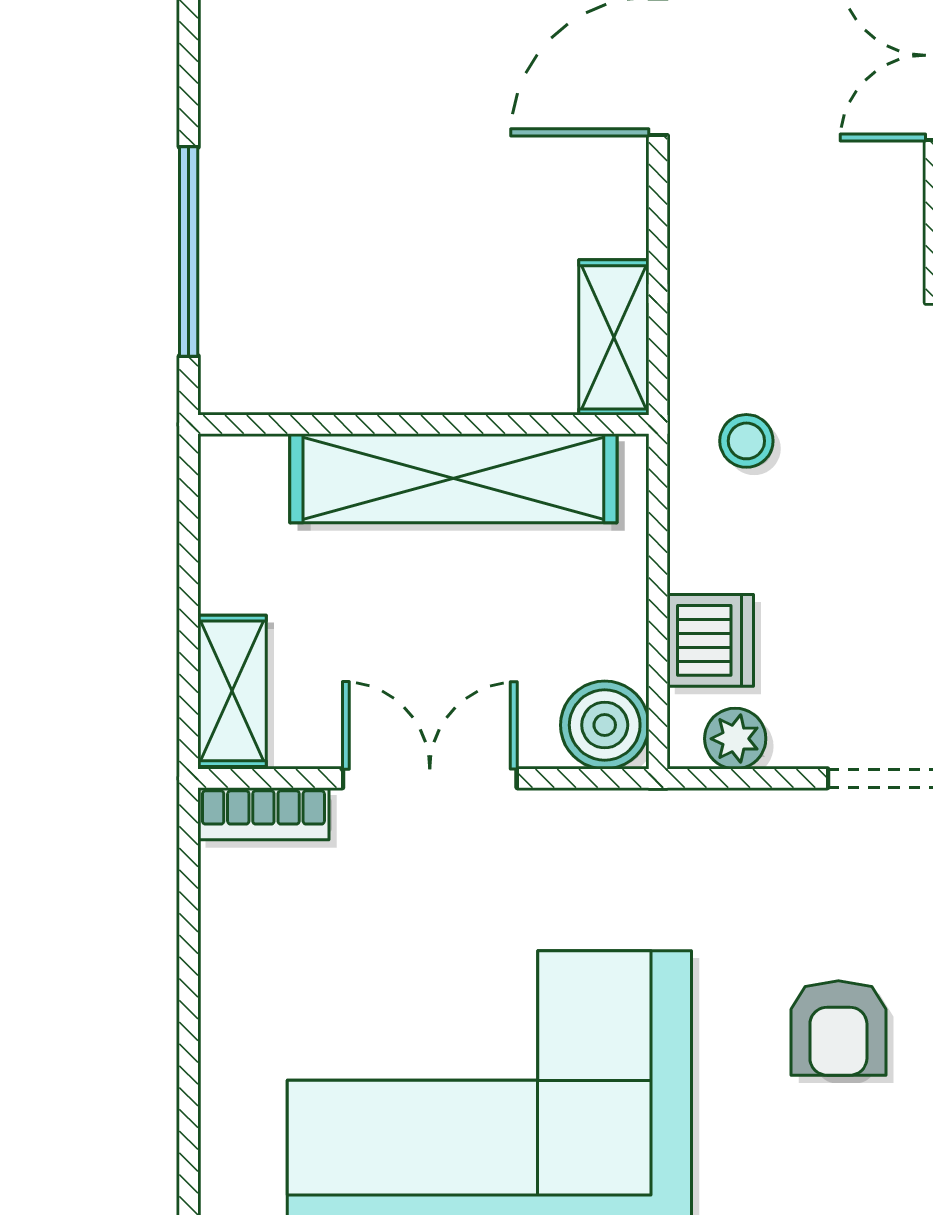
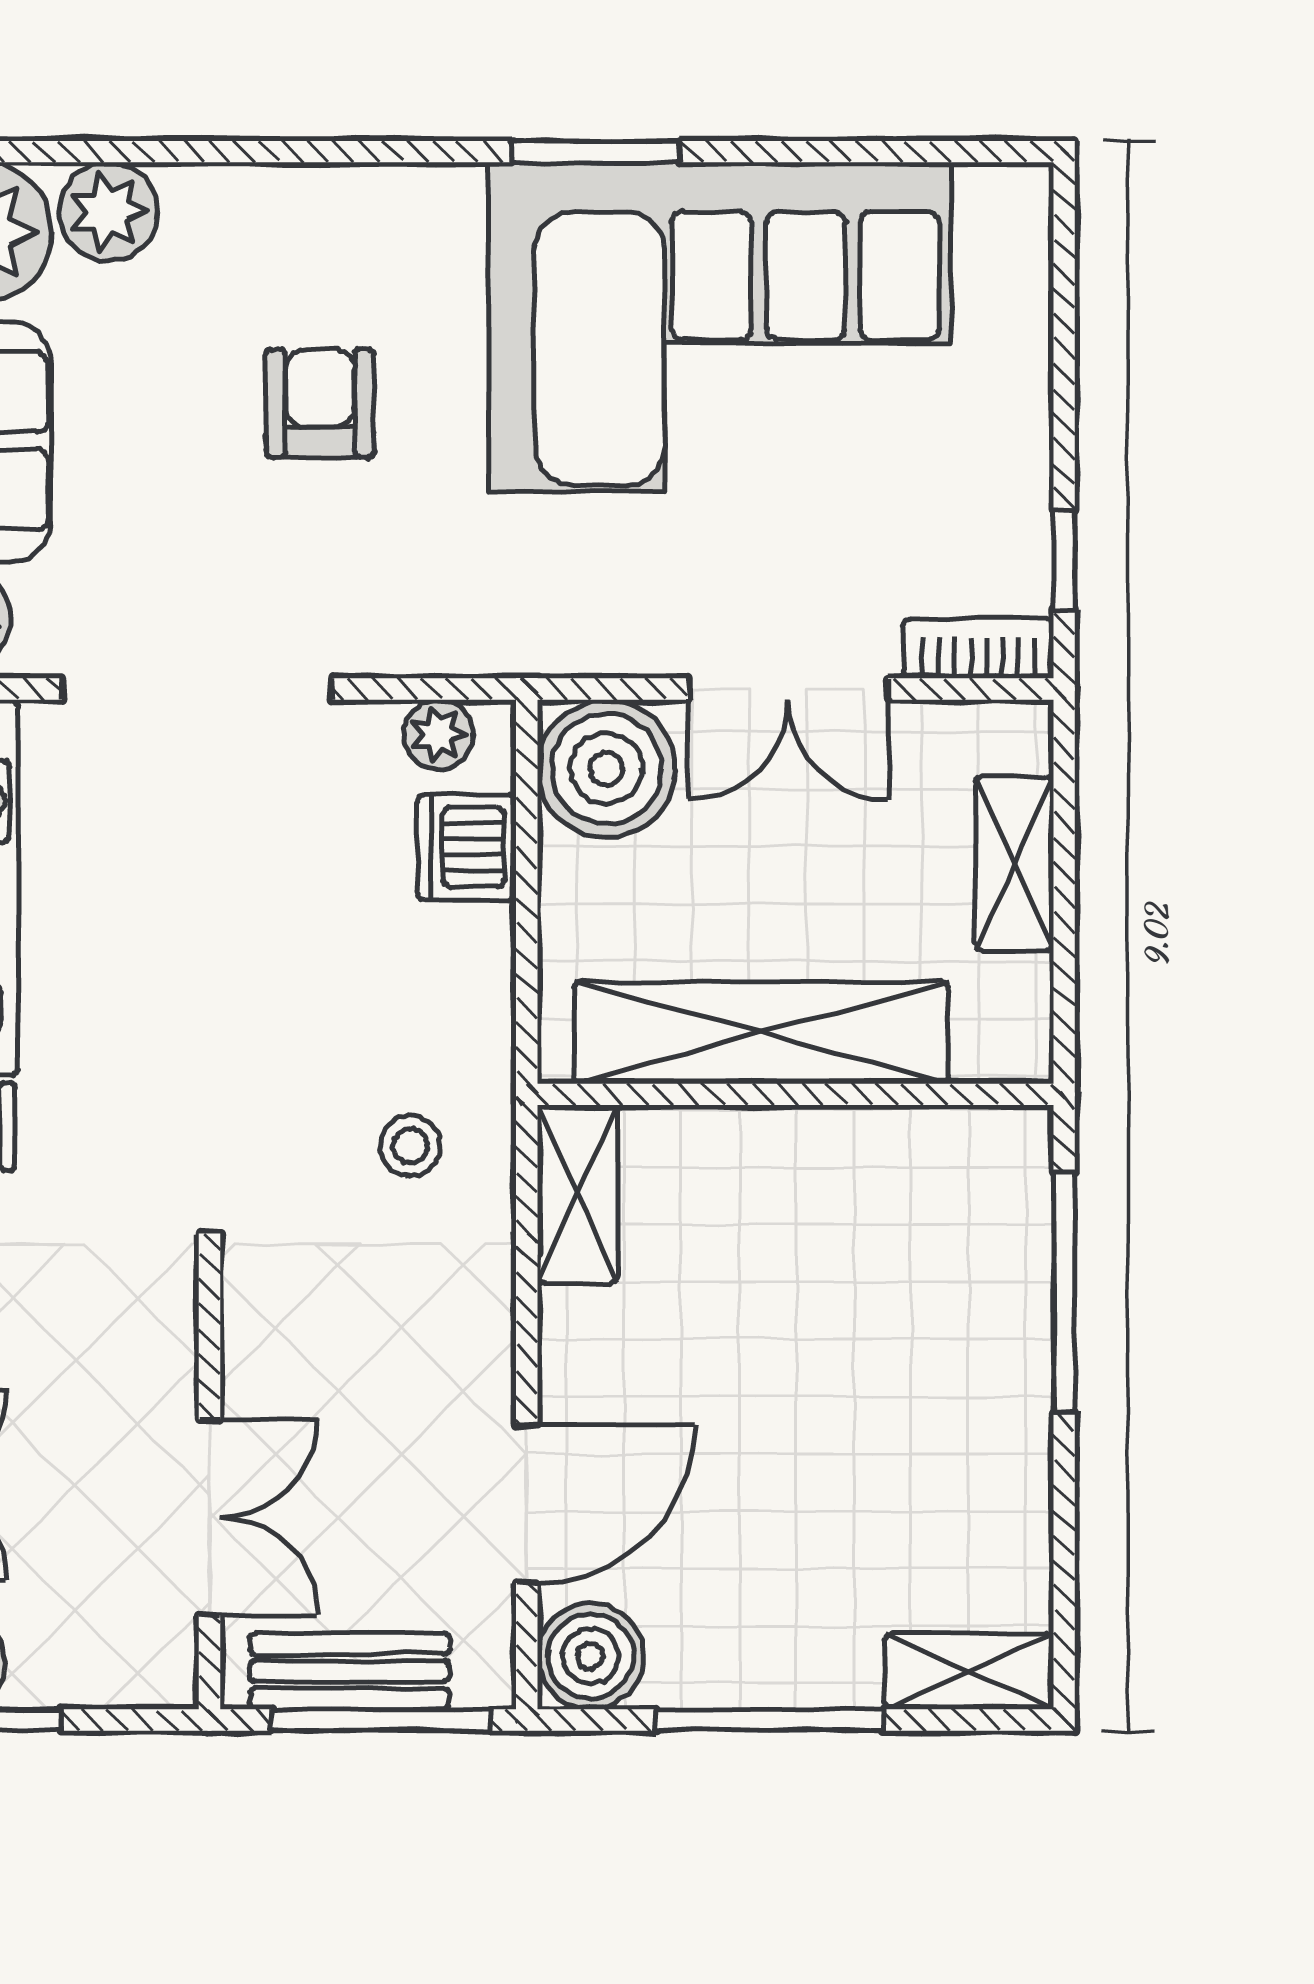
stool: (746, 441) -> (410, 1146), moved
shelving: (232, 691) -> (1015, 864), moved
boiler: (605, 725) -> (606, 769), width x1.37, depth x1.37
window: (189, 891) -> (1064, 560), added

